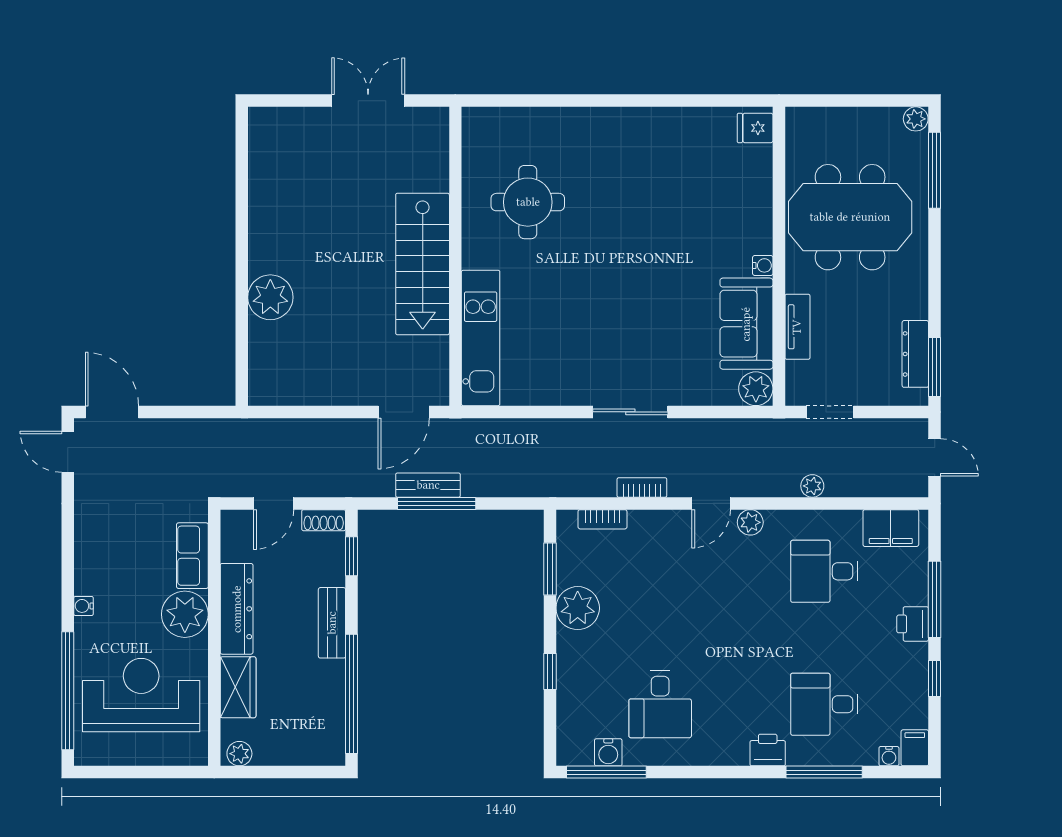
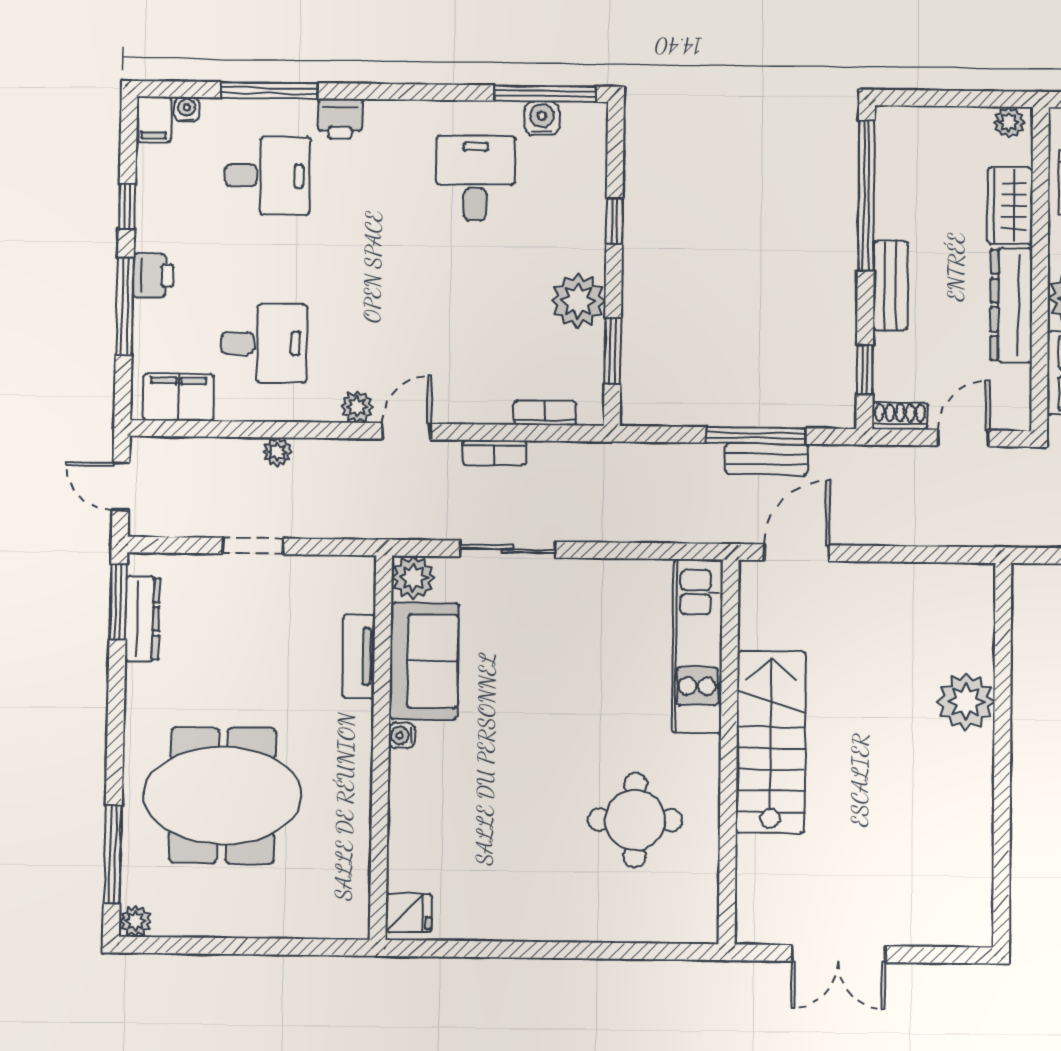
fridge: (755, 128) -> (409, 913), moved
wall: (779, 256) -> (381, 747), moved
water cooler: (763, 265) -> (402, 735), moved
sofa: (746, 324) -> (424, 661), moved
tv unit: (797, 327) -> (359, 656), moved
plant: (756, 389) -> (413, 578), moved

